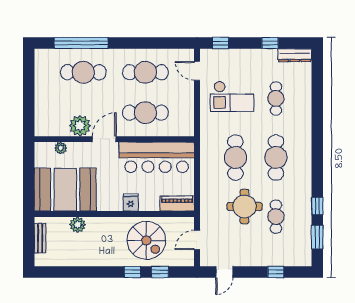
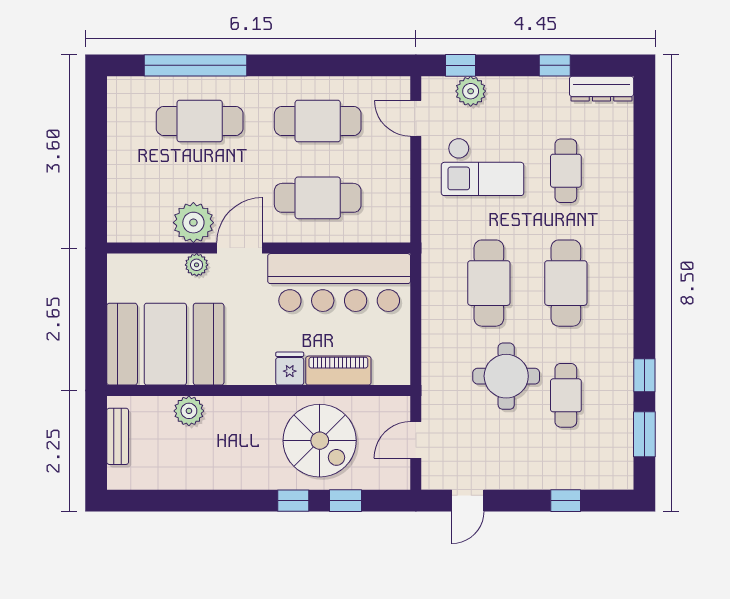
plant: (226, 57) -> (471, 91), added
plant: (61, 148) -> (197, 265), moved
piano: (177, 204) -> (338, 371), moved

